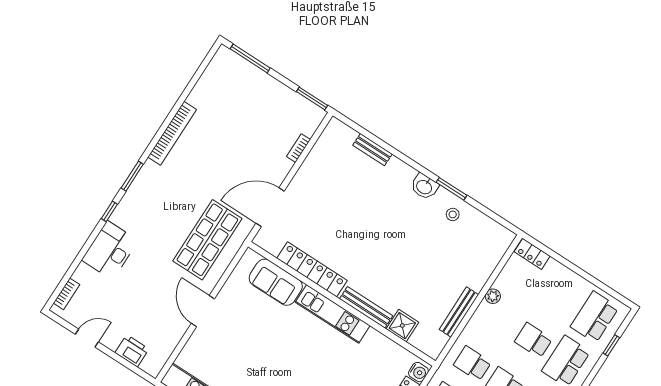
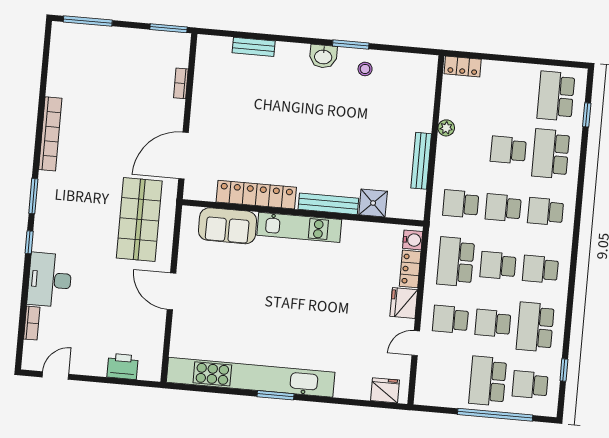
bookcase: (67, 294) -> (32, 323), moved
door: (87, 338) -> (55, 376), moved

